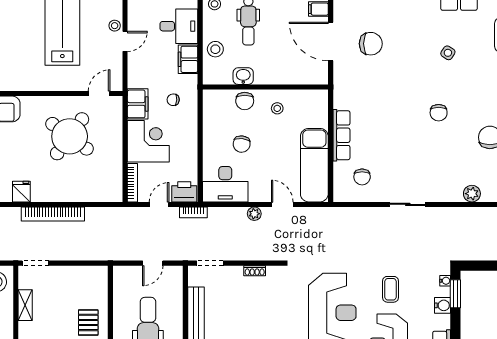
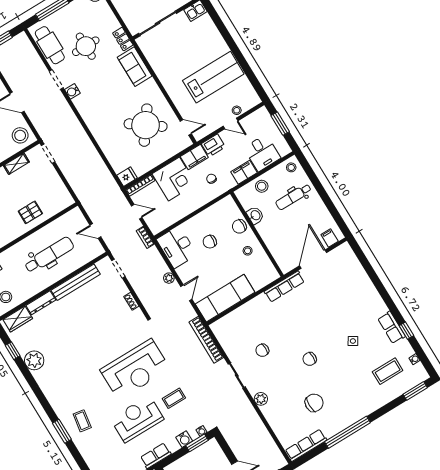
chair: (371, 44) -> (328, 286), removed
row of seats: (341, 135) -> (284, 287), moved
chair: (362, 177) -> (262, 350), moved
fridge: (21, 192) -> (127, 177), moved
printer: (184, 192) -> (213, 145), moved, turned 90
plant: (472, 194) -> (261, 399), moved
bookcase: (53, 214) -> (206, 340), moved

